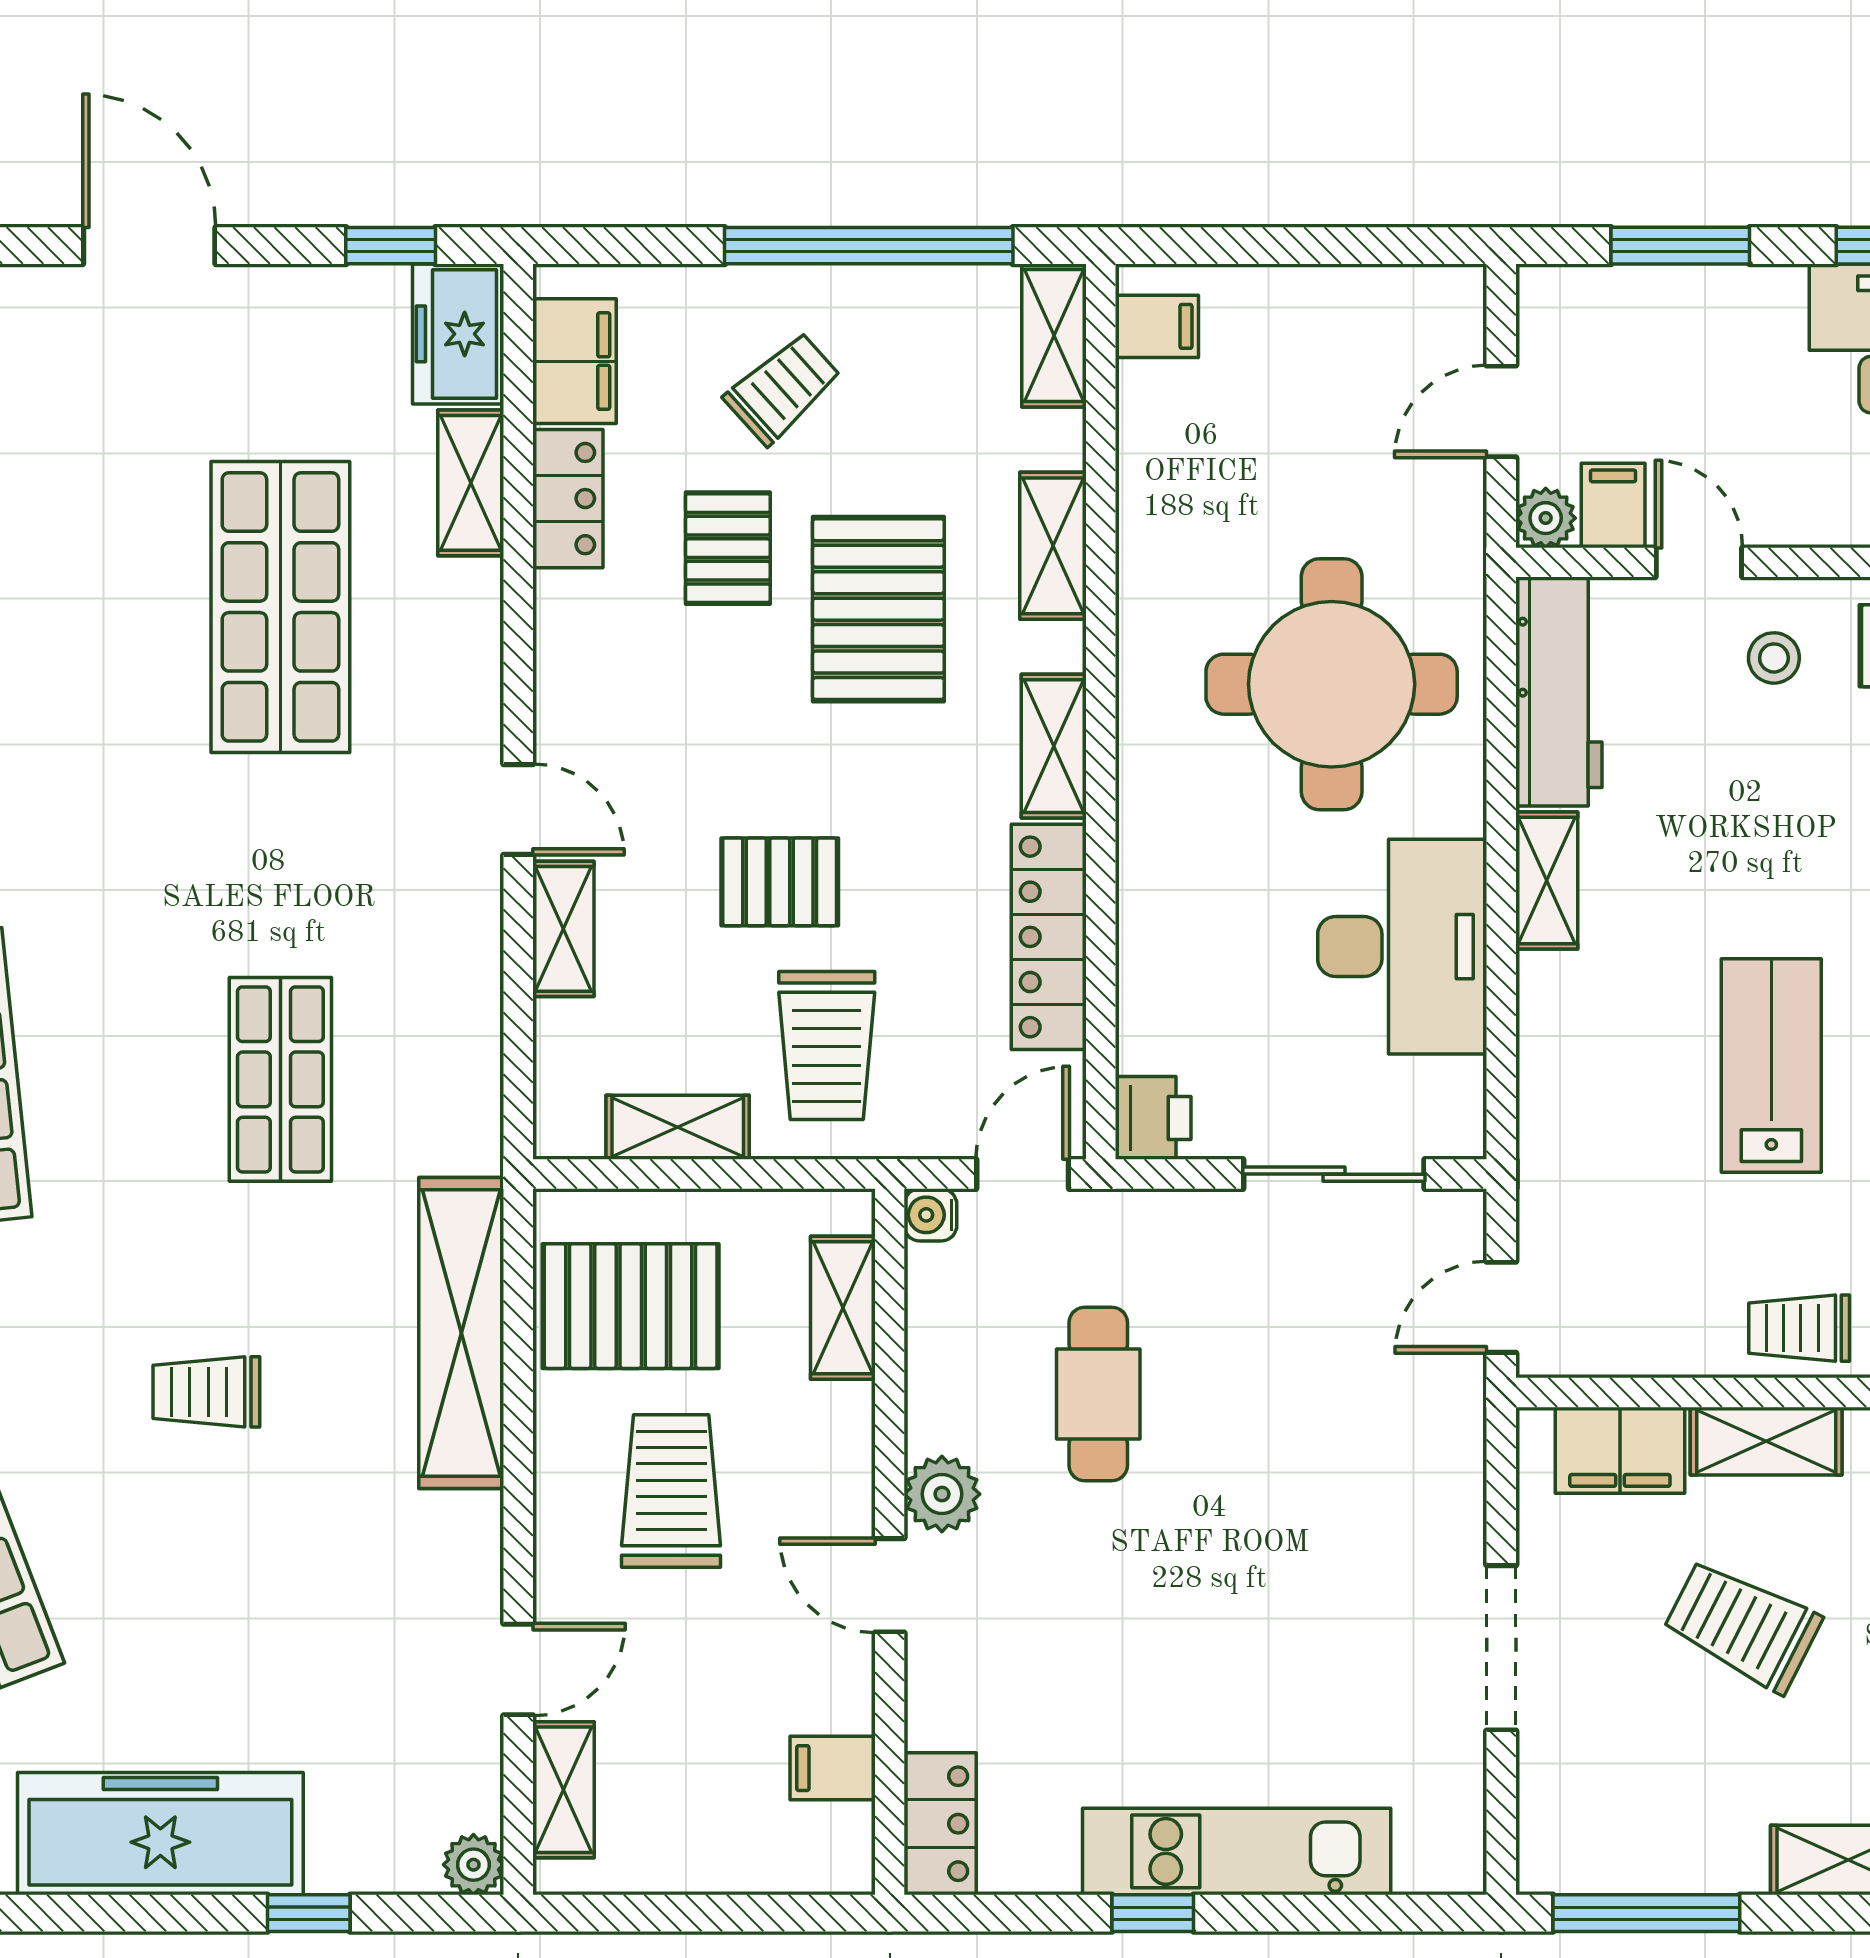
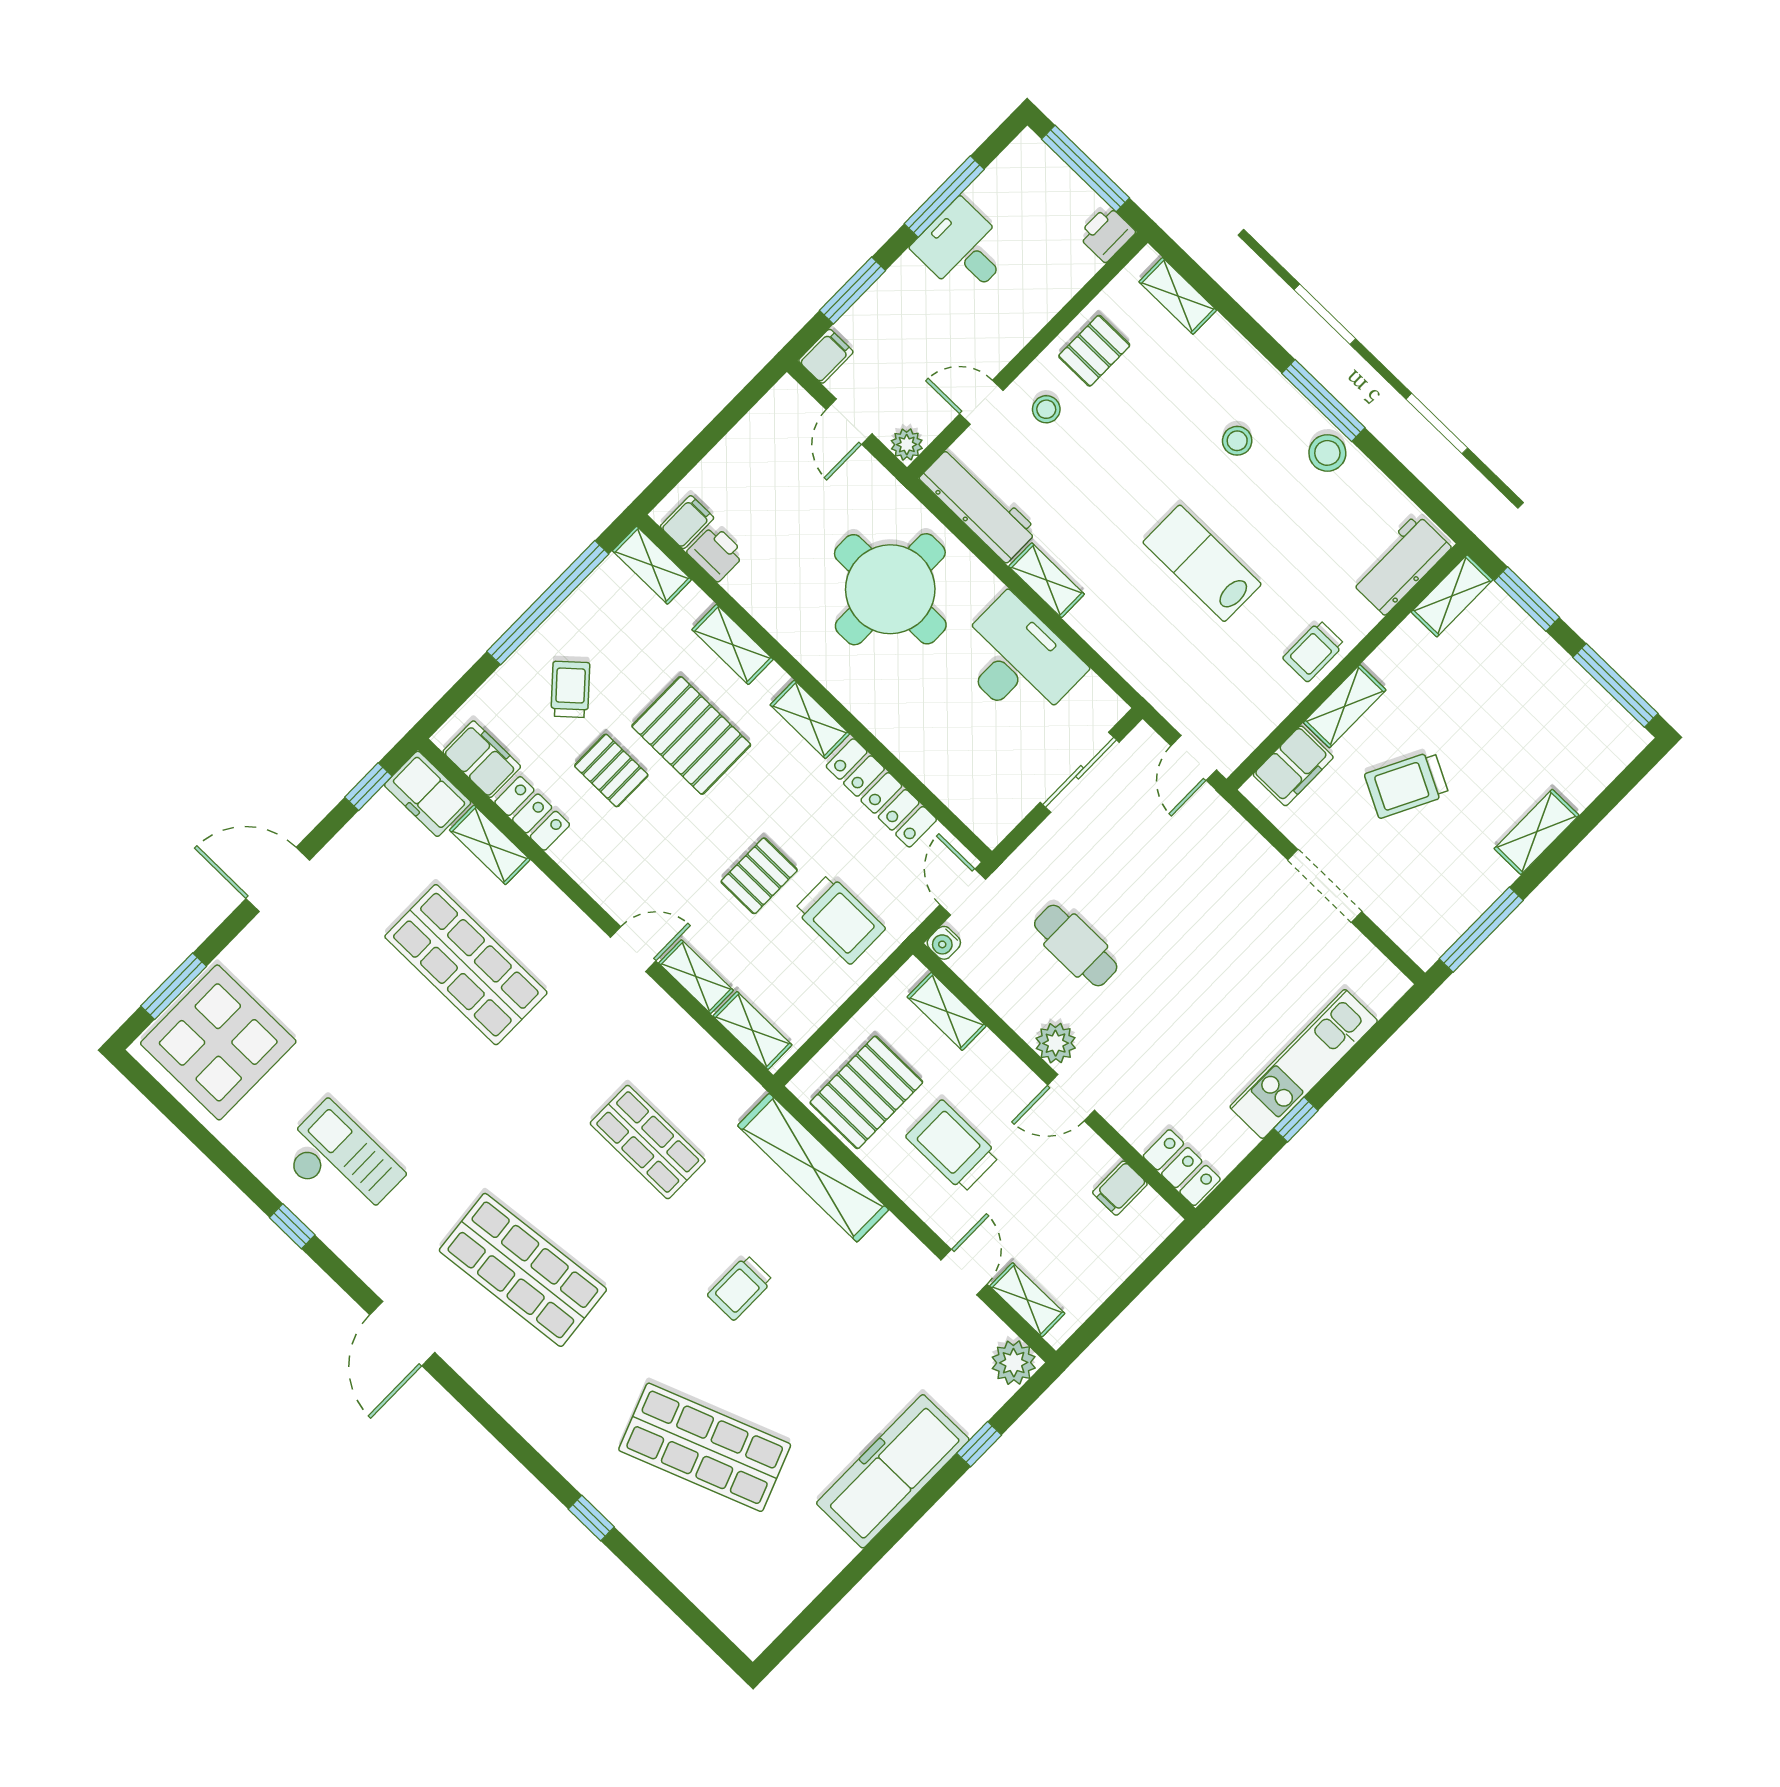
filing cabinet: (1613, 506) -> (826, 356), moved, turned 90
printer: (1153, 1118) -> (716, 553), moved
shelving: (678, 1127) -> (752, 1030), moved, turned 90
plant: (473, 1865) -> (1014, 1363), width x1.38, depth x1.38

